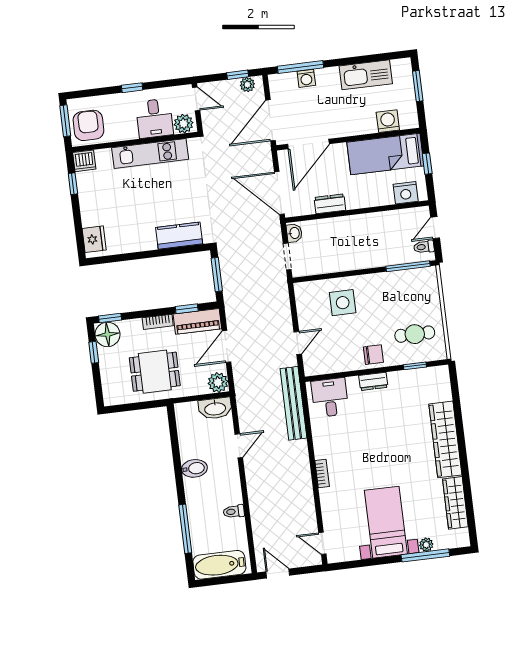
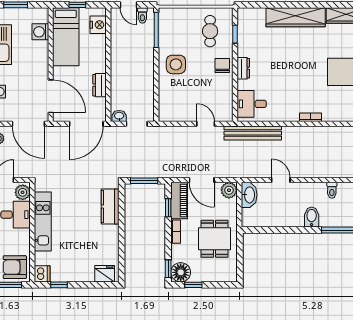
side table: (343, 303) -> (176, 64), moved
bidet: (194, 468) -> (312, 217), moved

